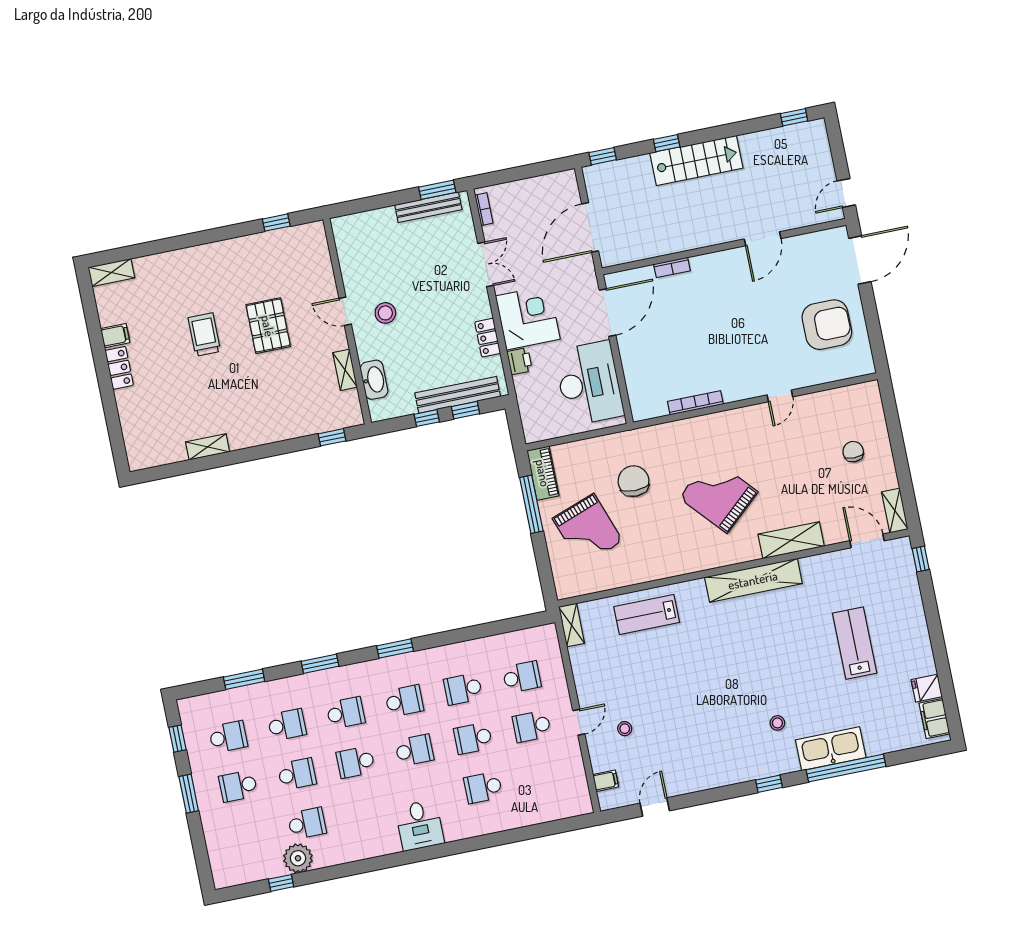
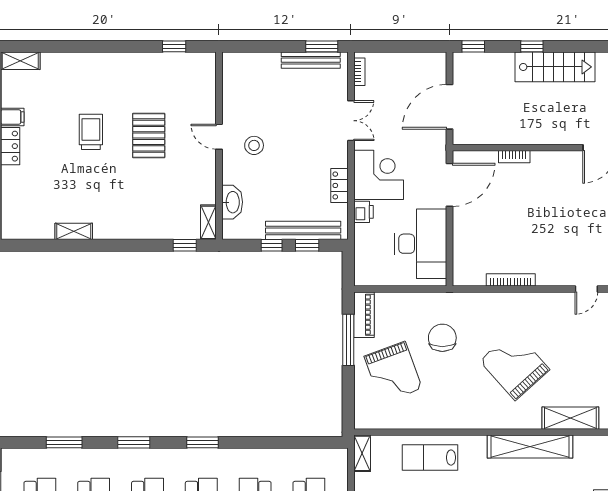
shelving: (345, 370) -> (208, 222), moved

